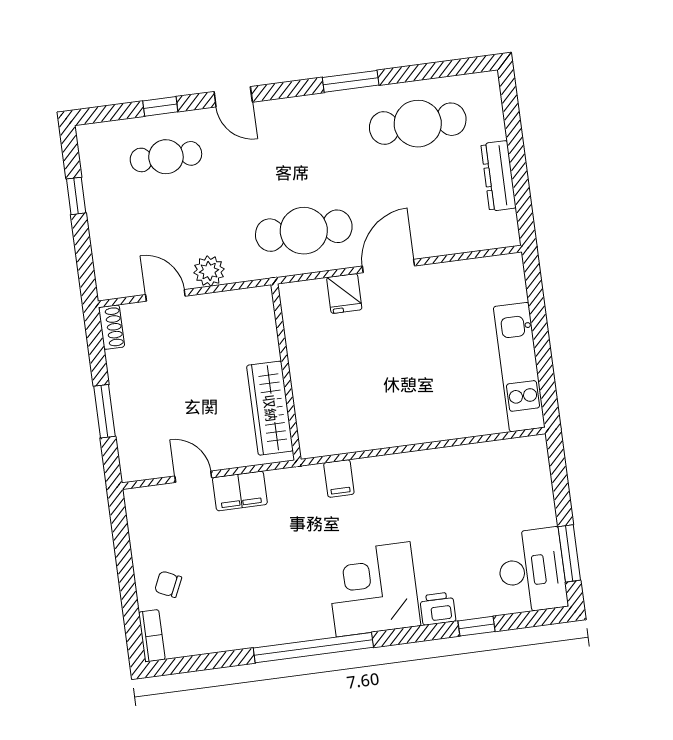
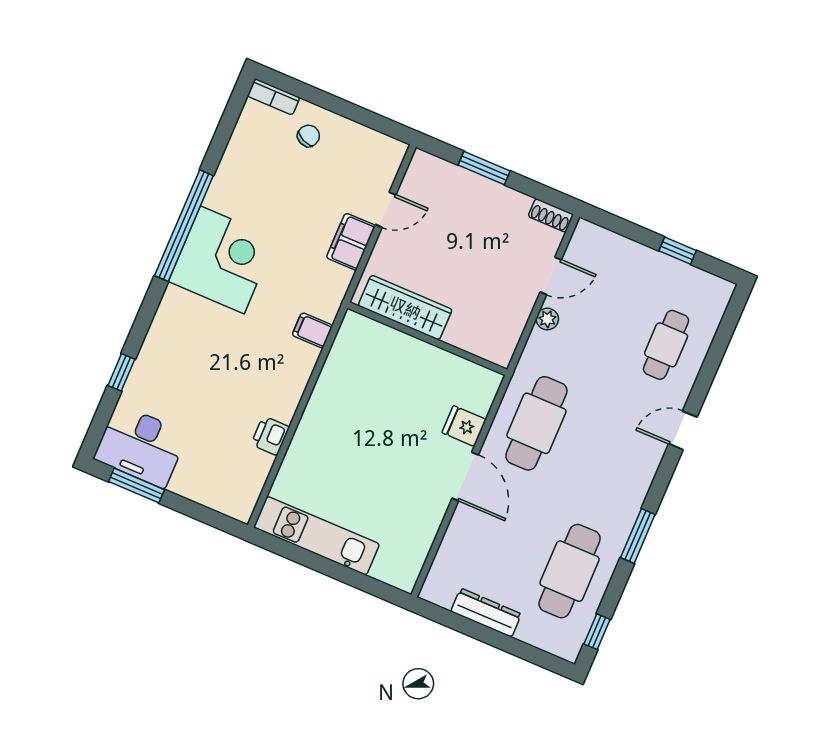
window: (160, 106) -> (597, 632), moved
plant: (209, 271) -> (547, 319), width x0.73, depth x0.73
corner desk: (373, 589) -> (222, 260), moved
printer: (438, 609) -> (270, 436), moved, turned 180

